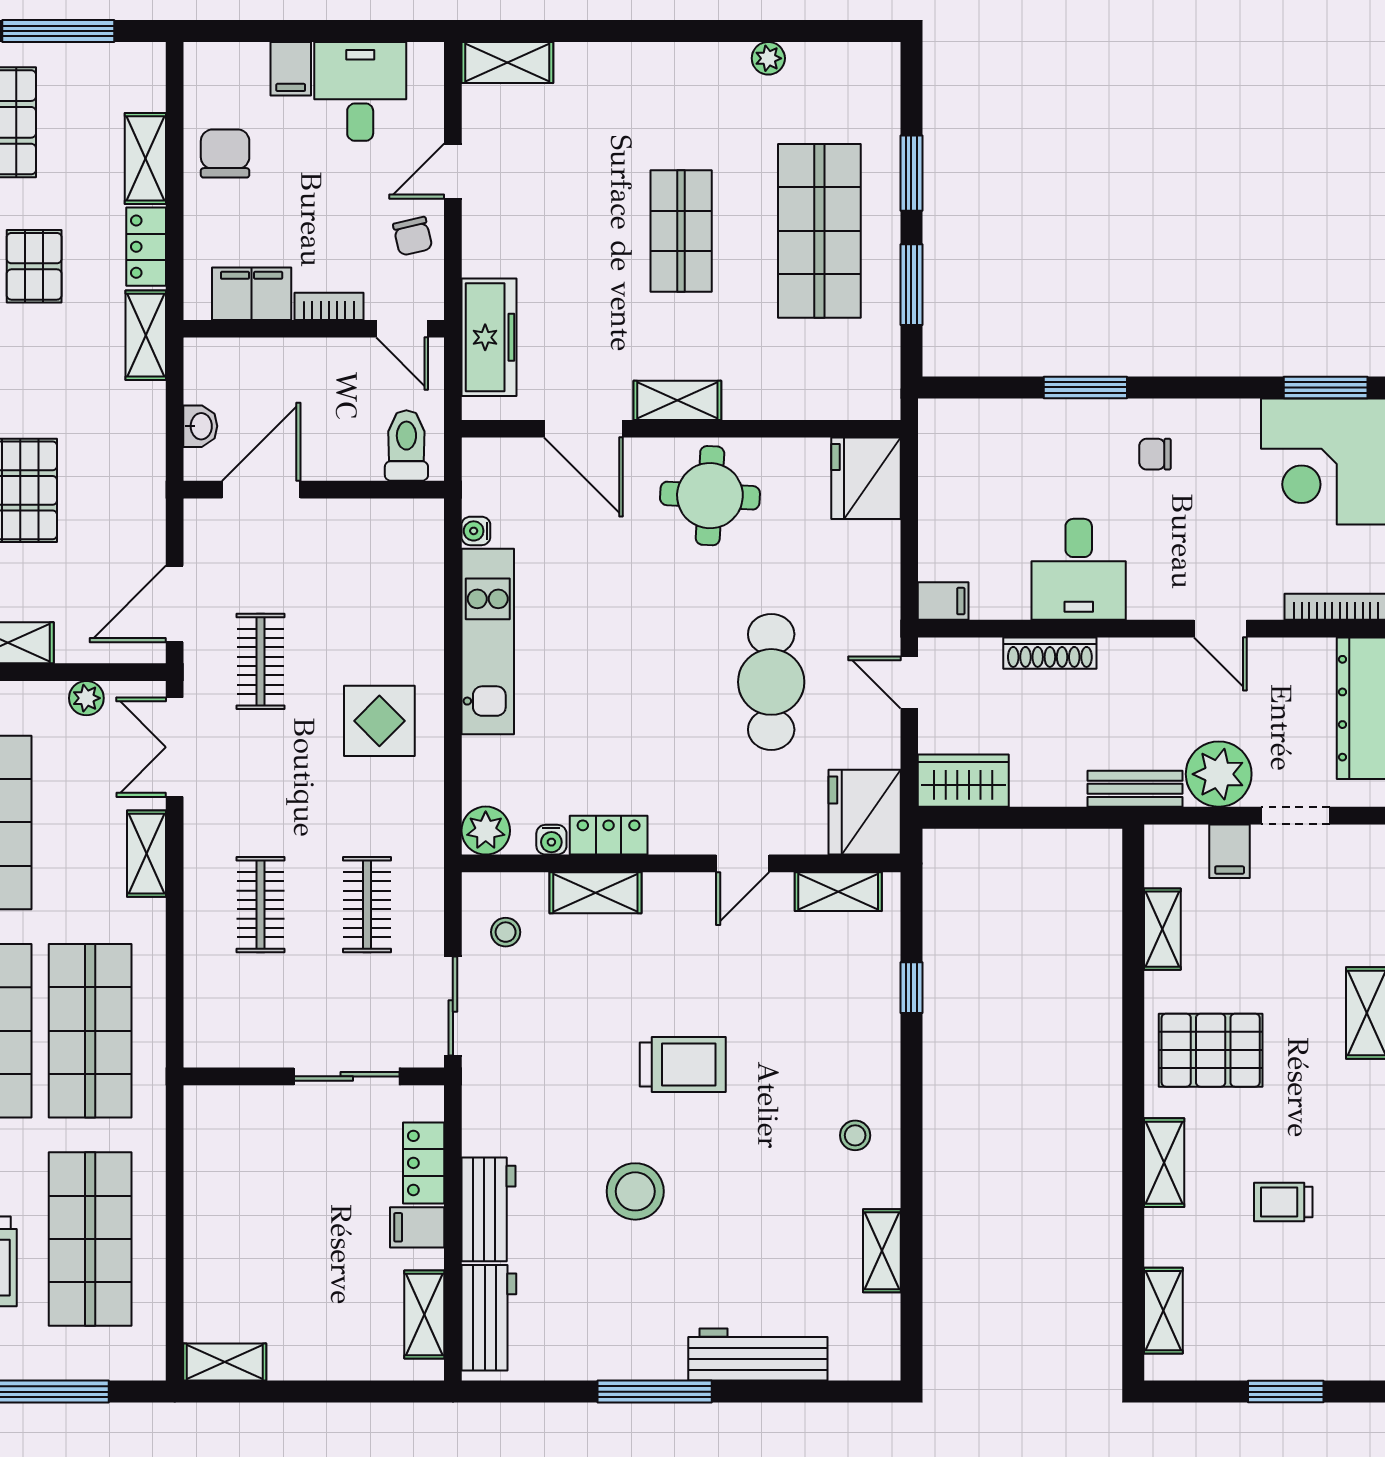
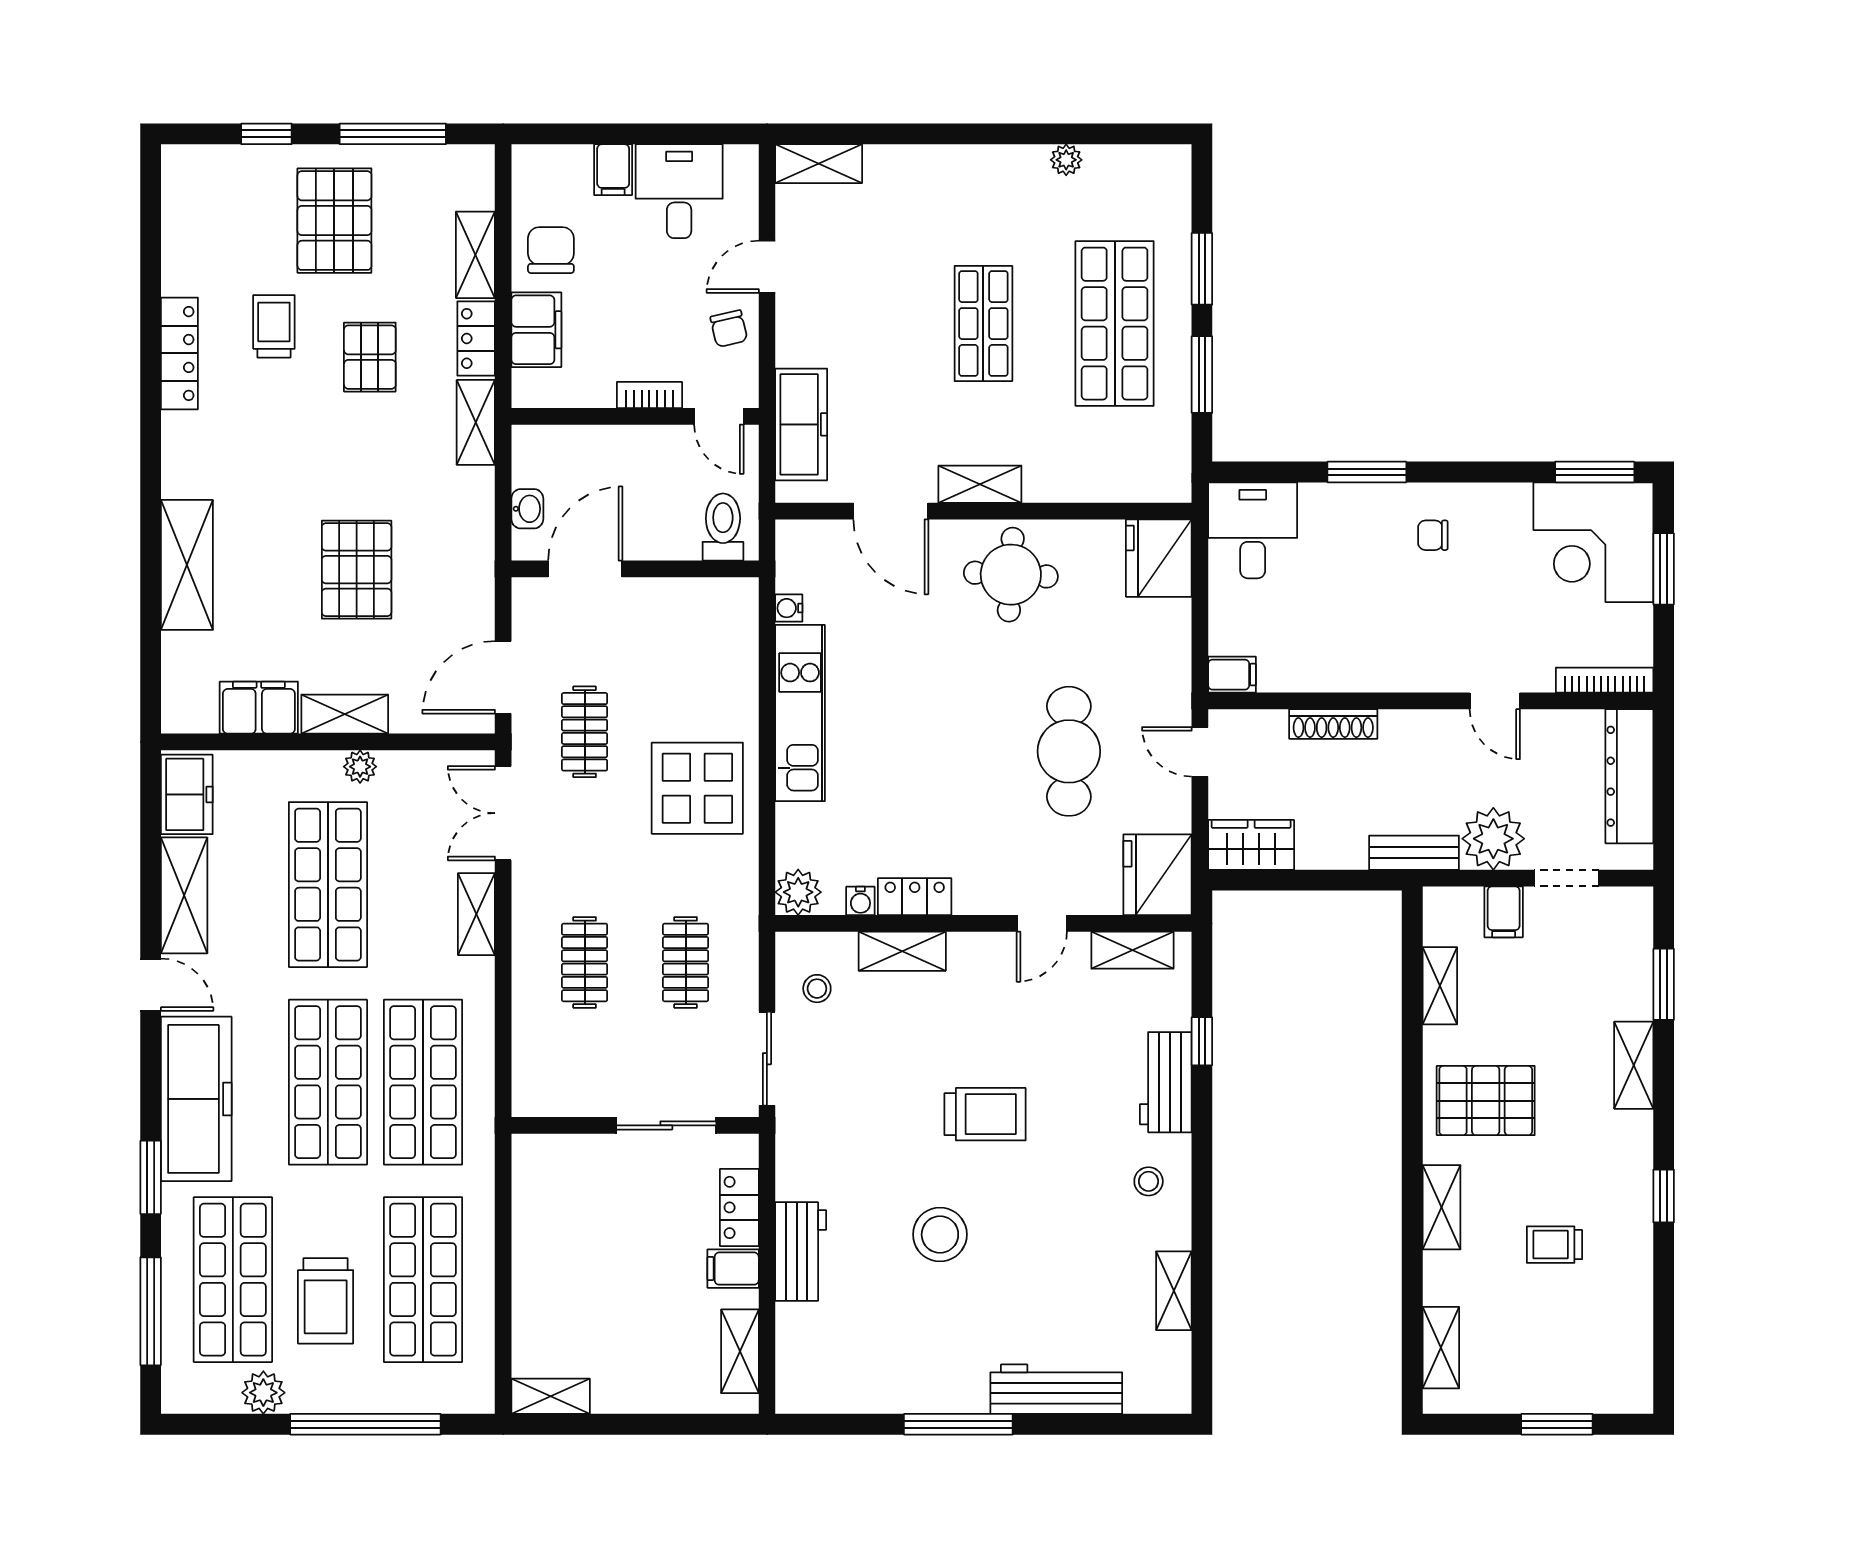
filing cabinet: (252, 294) -> (536, 330), moved, turned 90
desk: (1079, 569) -> (1253, 530), moved, turned 180
plant: (86, 698) -> (360, 767), moved
display table: (379, 721) -> (697, 788), width x1.36, depth x1.36
workbench: (489, 1318) -> (1166, 1082), moved, turned 180

